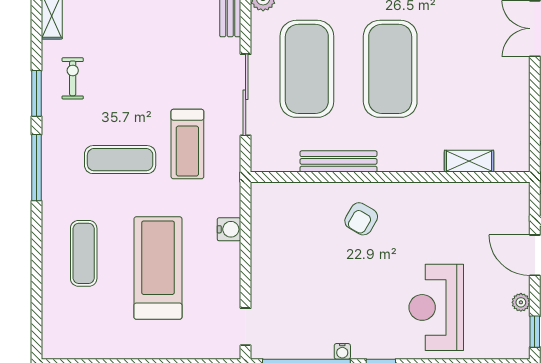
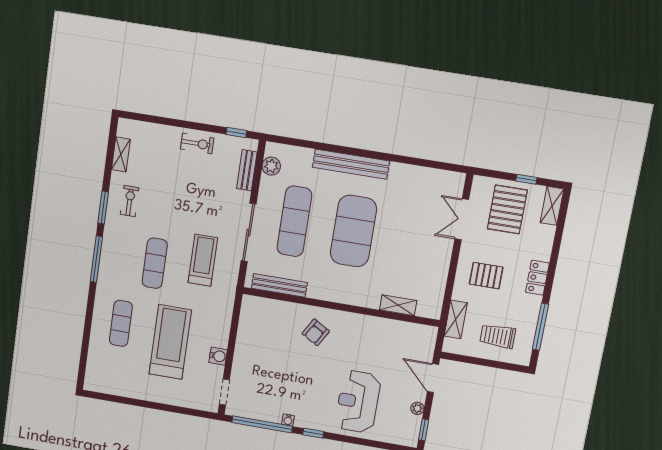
exercise mat: (307, 69) -> (294, 221), width x0.68
treadmill: (187, 144) -> (203, 260), turned 180
exercise mat: (120, 160) -> (155, 263), turned 90
bench: (338, 161) -> (279, 285), moved
water cooler: (229, 229) -> (218, 356), moved

